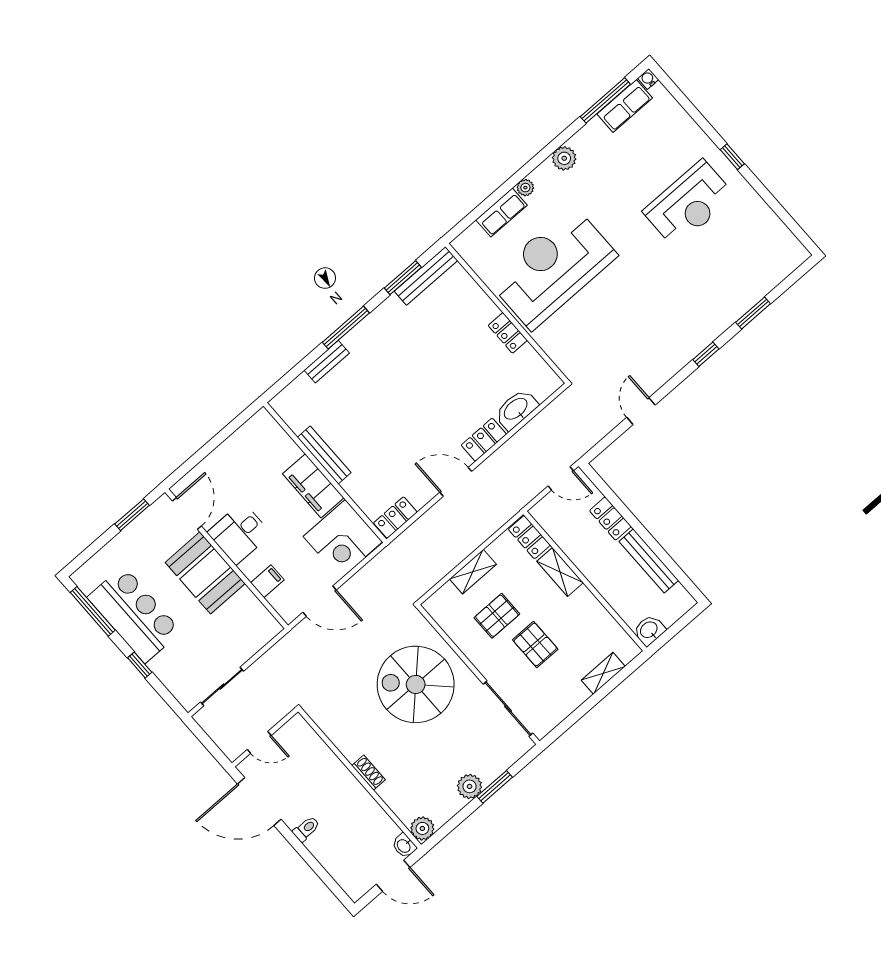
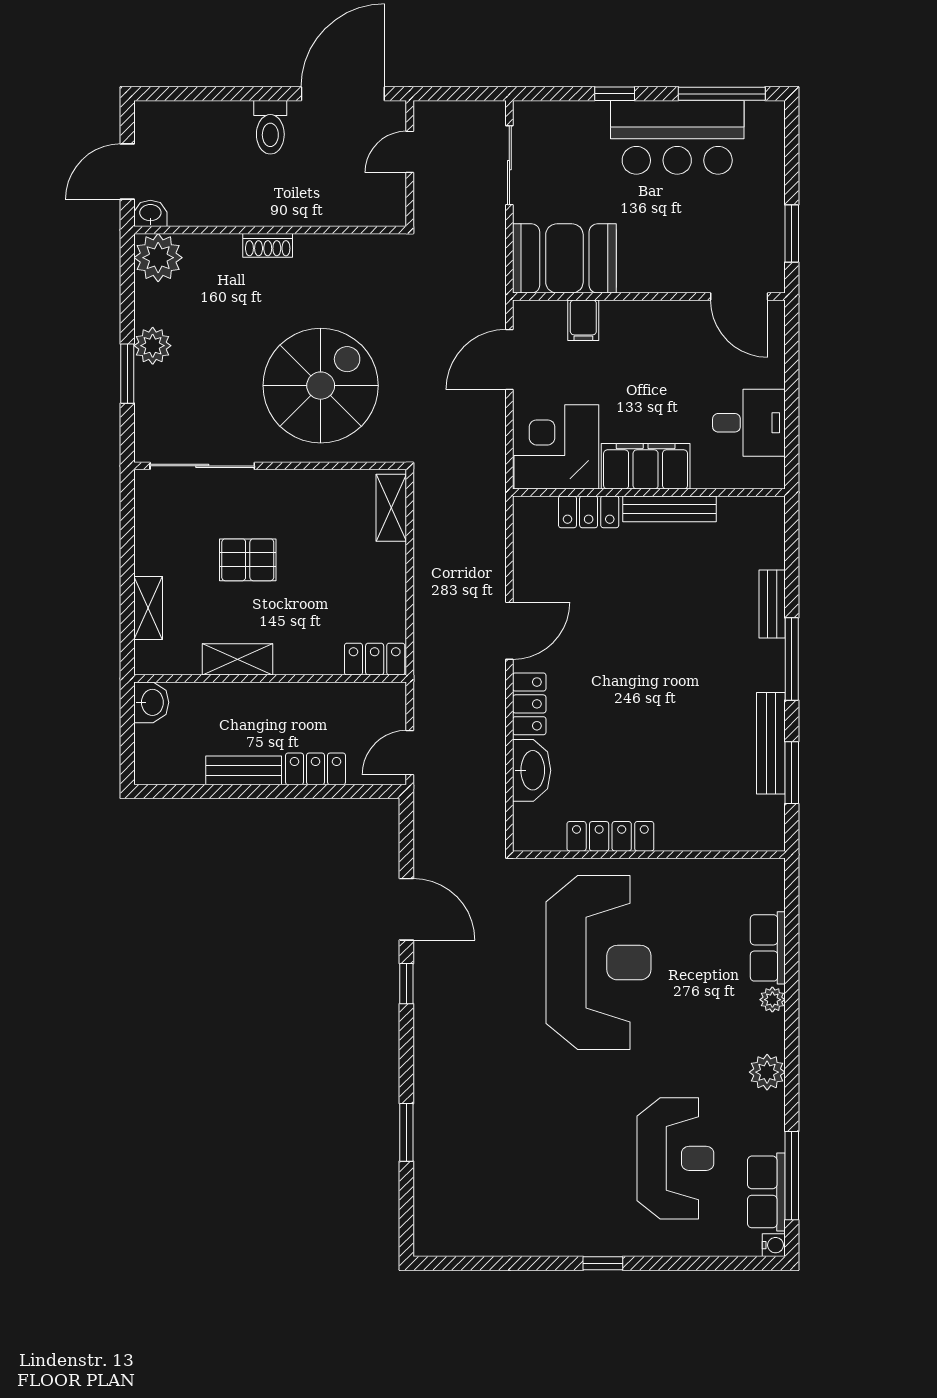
reception desk: (689, 204) -> (675, 1158), moved, turned 180
reception desk: (552, 268) -> (599, 963), moved
bench: (426, 276) -> (771, 743), moved
locker: (508, 333) -> (610, 836), width x1.53
window: (706, 354) -> (406, 984), moved
door: (641, 411) -> (406, 909), width x1.37
locker: (395, 518) -> (589, 512), moved, turned 90
desk: (239, 533) -> (749, 423), moved, turned 90
bench: (649, 561) -> (244, 770), width x0.73
shelving: (473, 572) -> (391, 508), moved
shelving: (560, 572) -> (237, 659), moved
booth: (205, 573) -> (564, 258), moved
pallet: (497, 616) -> (318, 545), removed
plant: (422, 828) -> (158, 258), width x1.36, depth x1.36
toilet: (306, 829) -> (270, 127), width x1.37, depth x1.39

